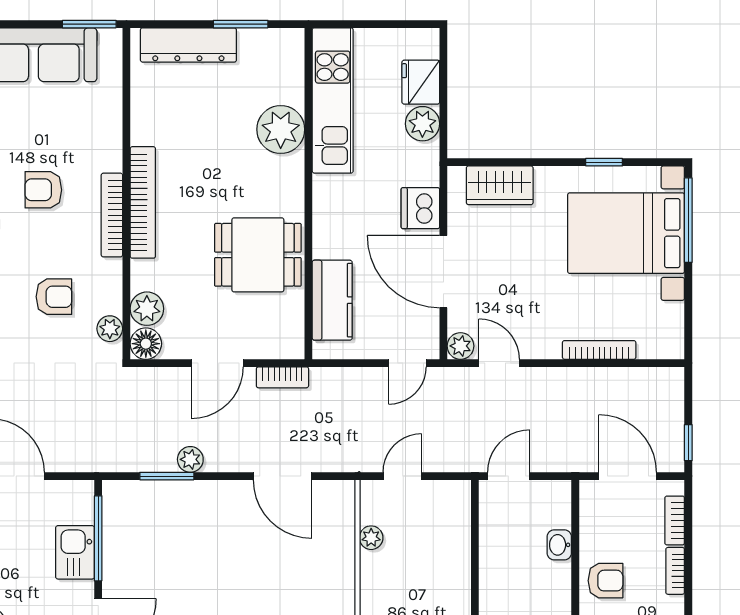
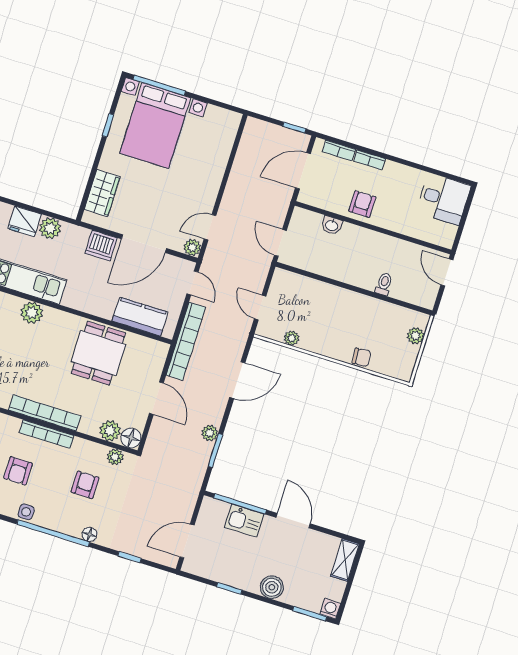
plant: (281, 129) -> (32, 313), width x0.73, depth x0.73
bookcase: (599, 350) -> (221, 164), removed
bookcase: (282, 377) -> (186, 341), width x2.31, depth x1.31

